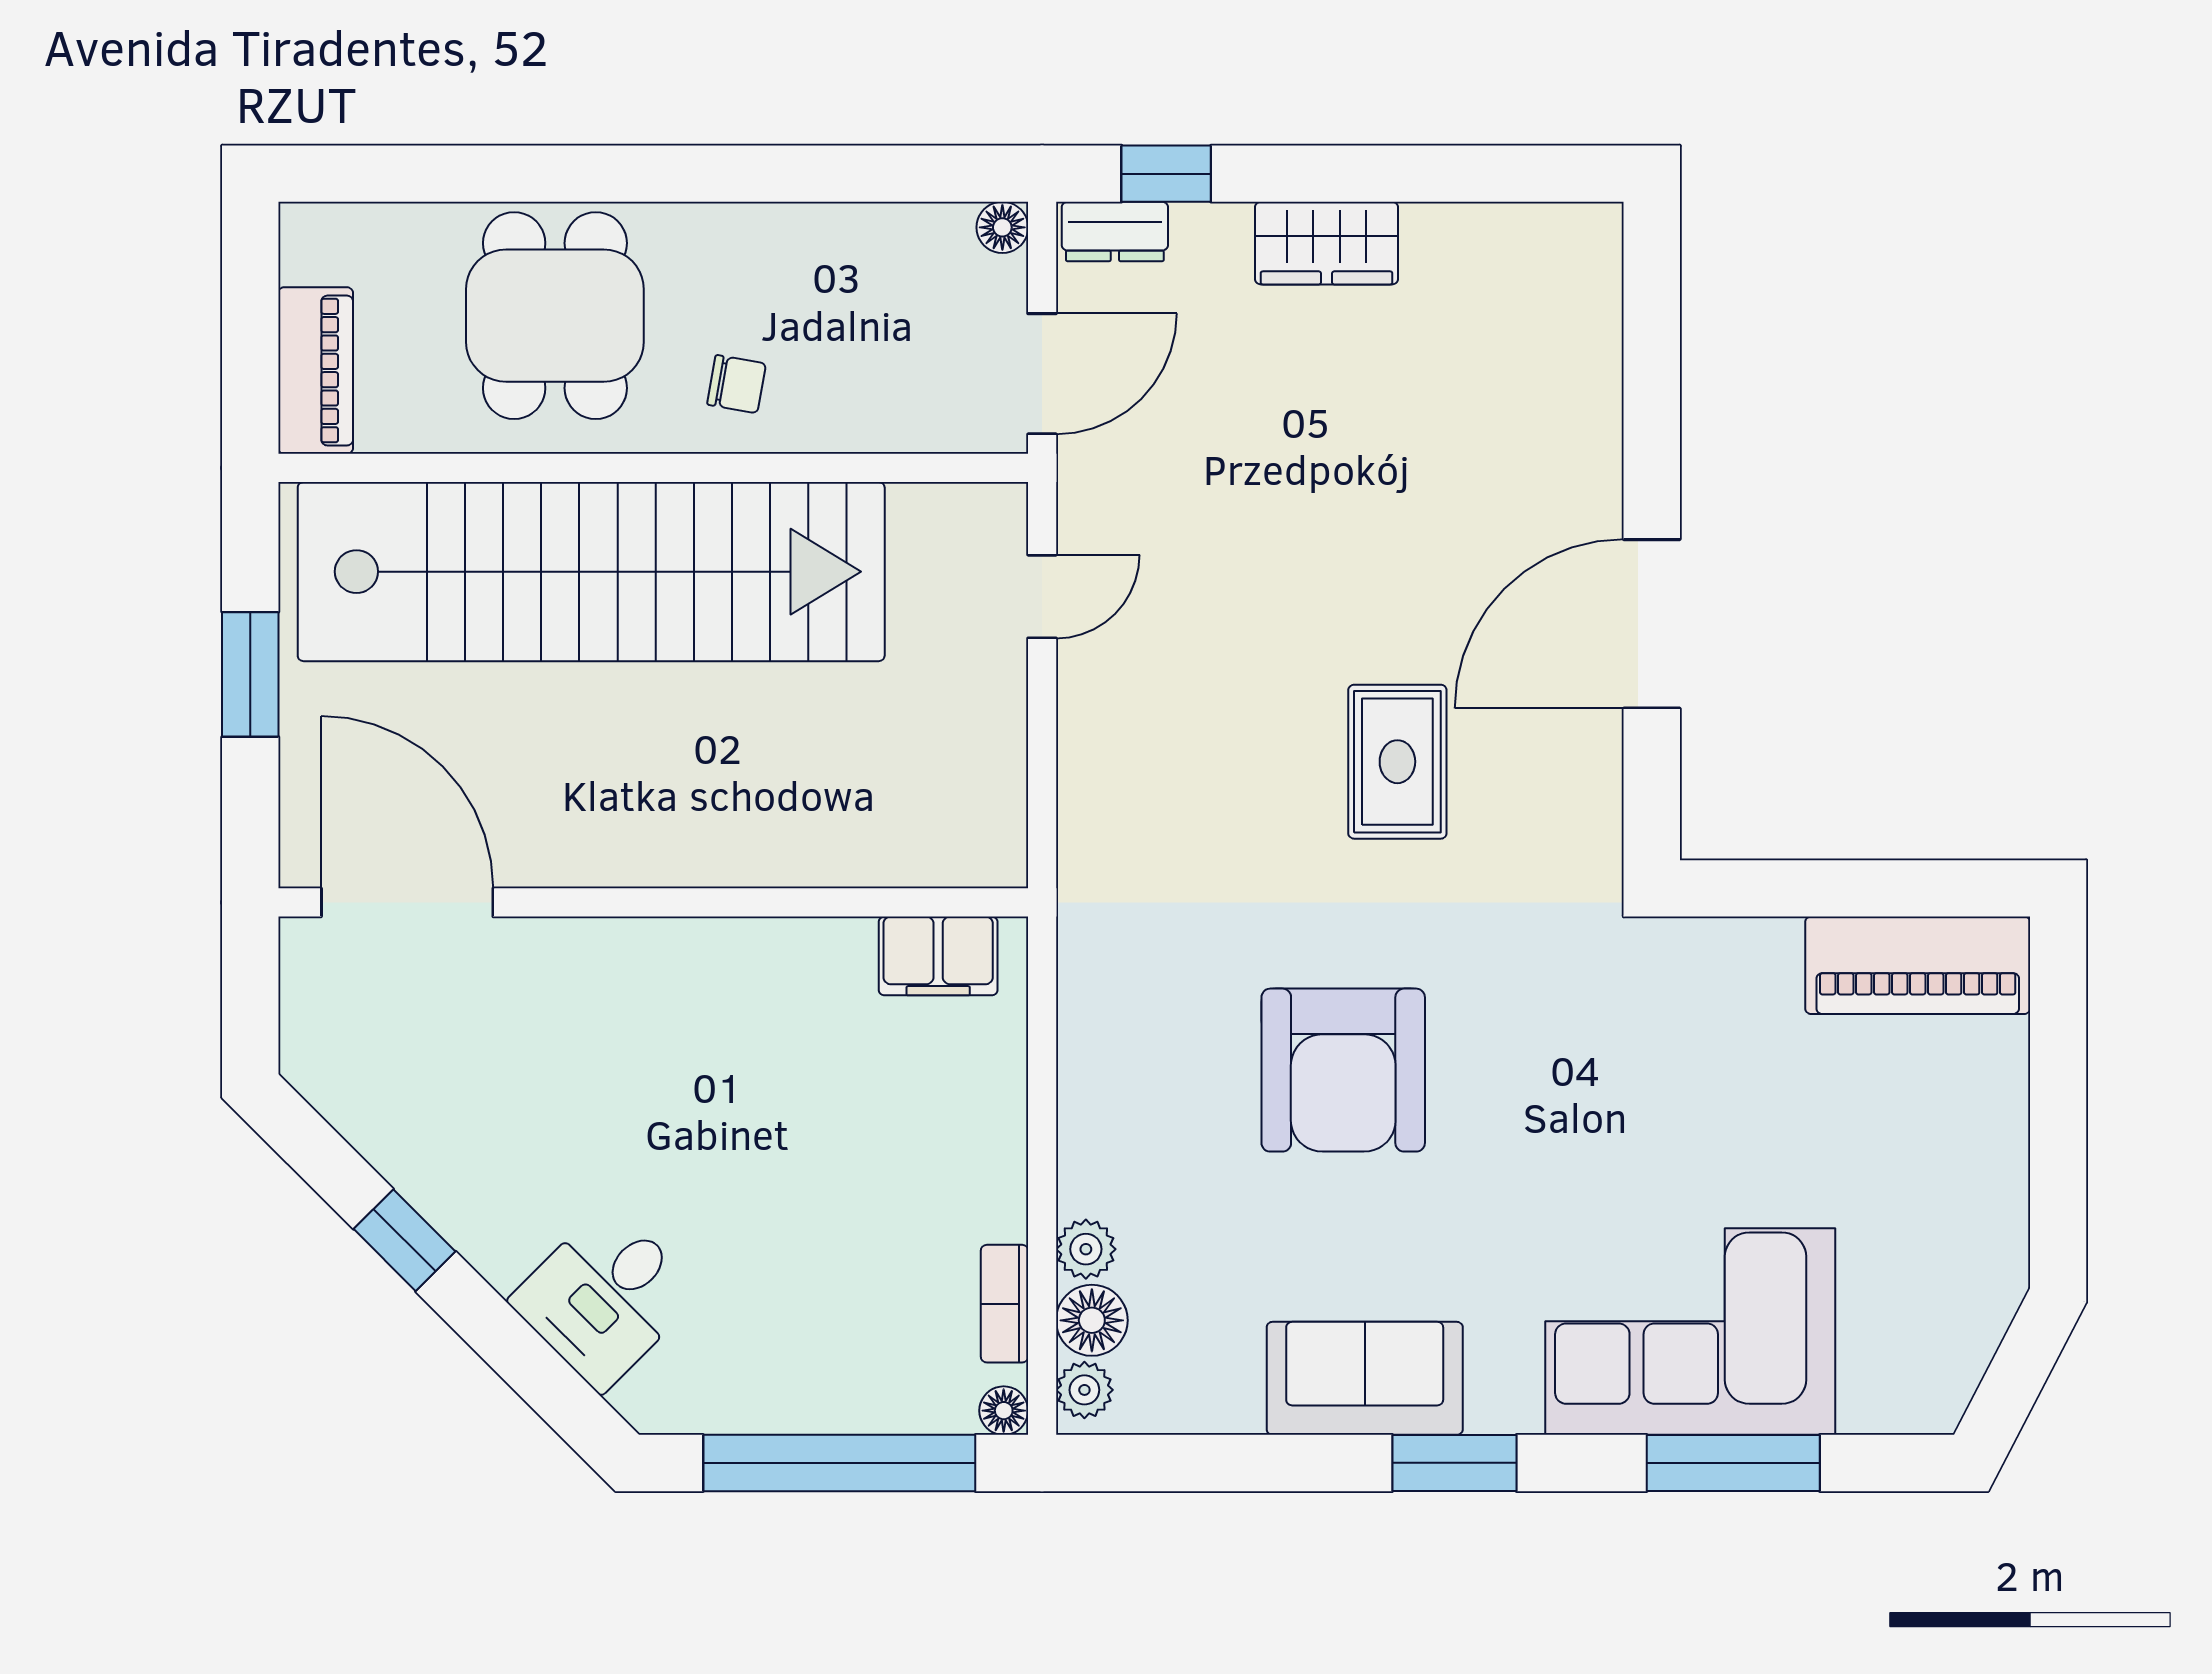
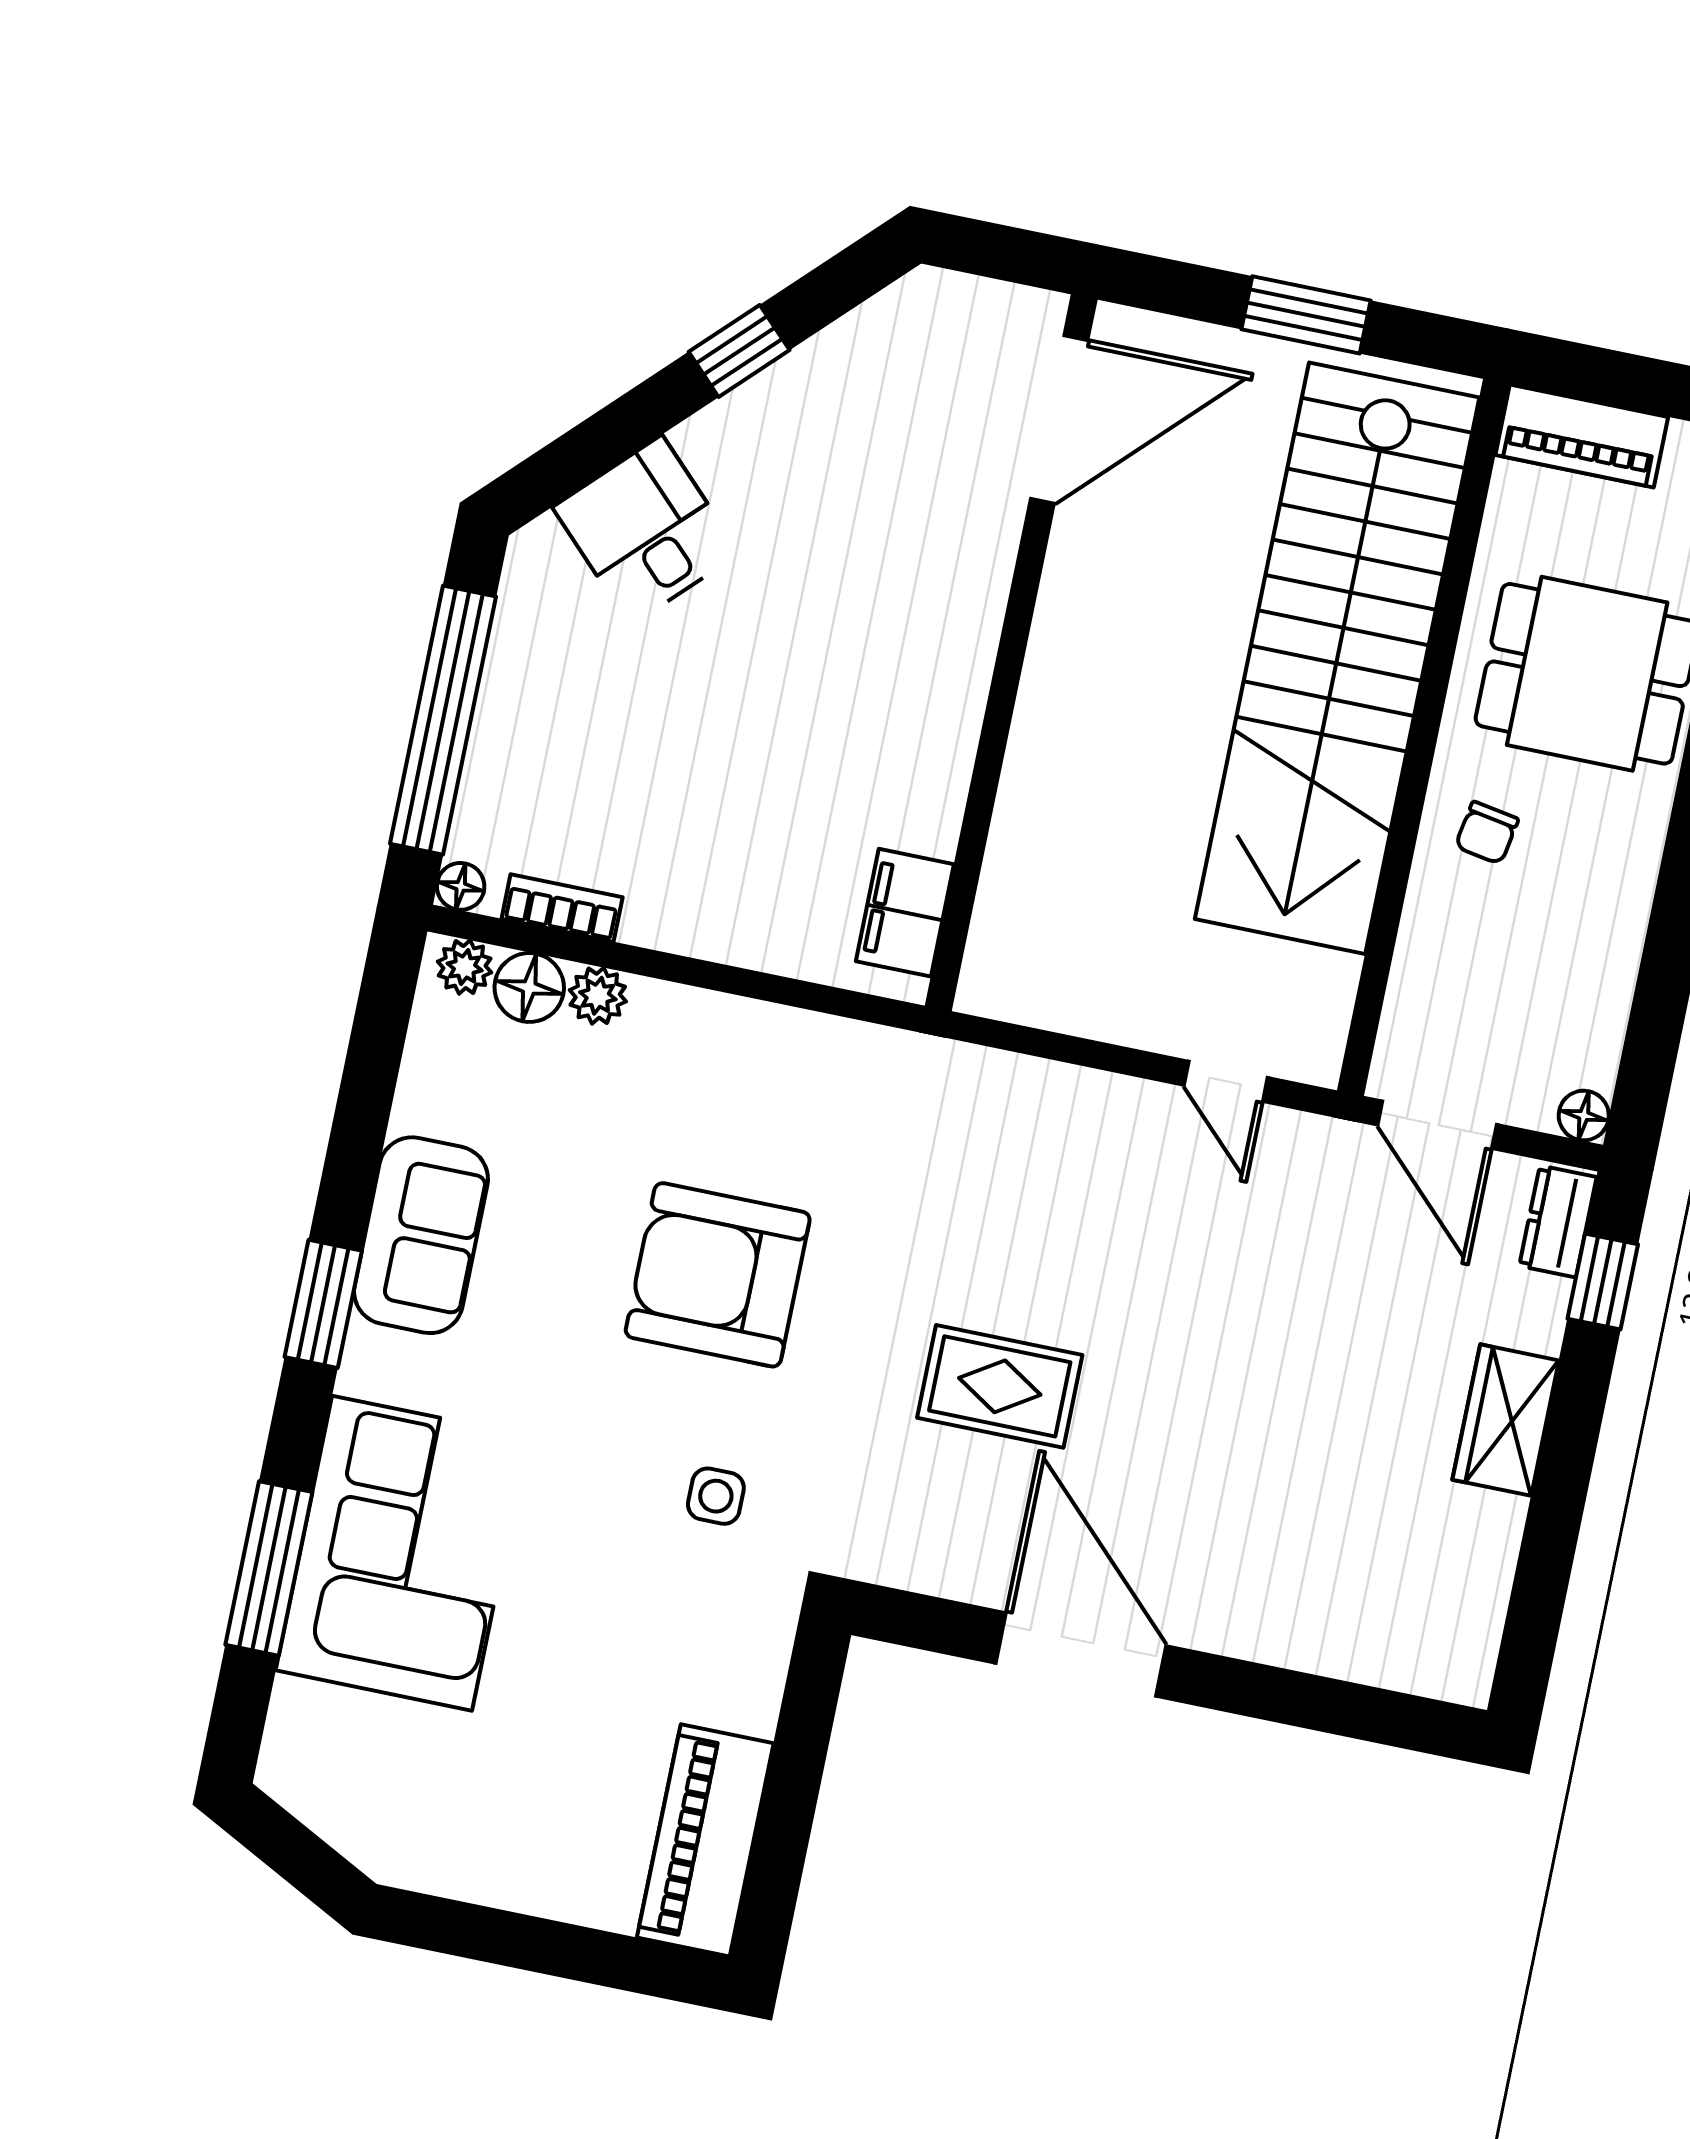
side table: (1567, 1026) -> (716, 1496), added

